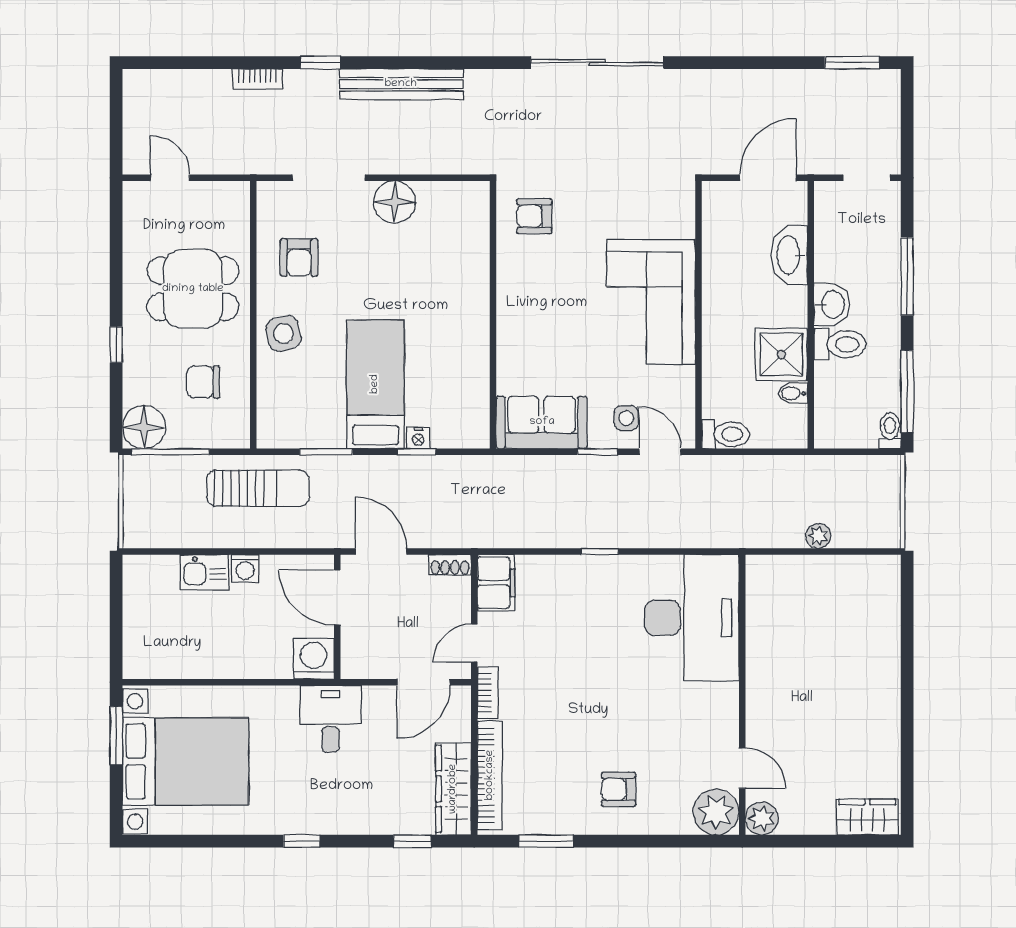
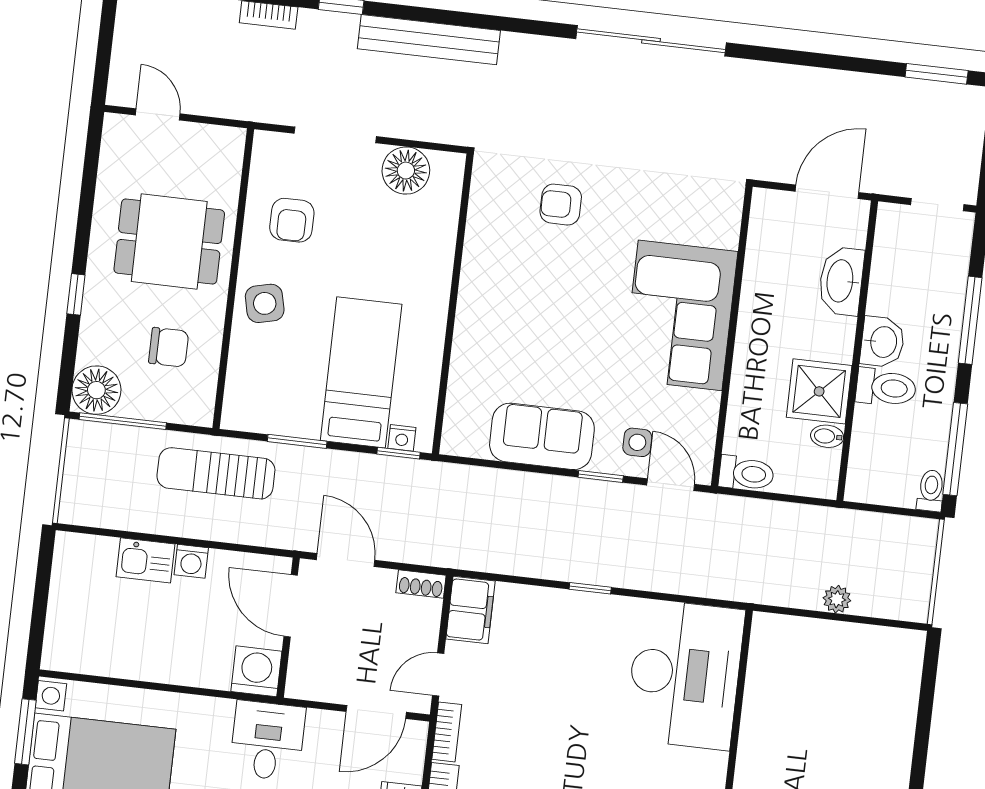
wall: (493, 315) -> (453, 304), moved
chair: (203, 382) -> (169, 347), turned 180
sun lounger: (258, 488) -> (216, 473), turned 180

